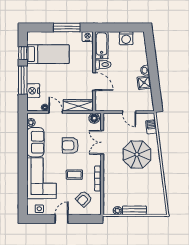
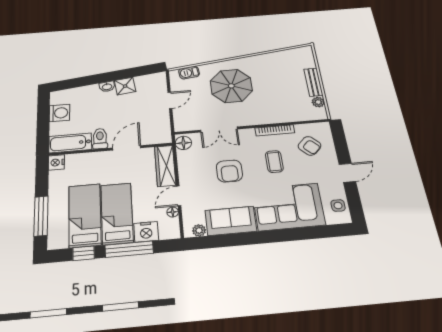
window: (67, 27) -> (41, 216), moved
bed: (47, 74) -> (117, 213), added
door: (62, 219) -> (347, 173), swing flipped

